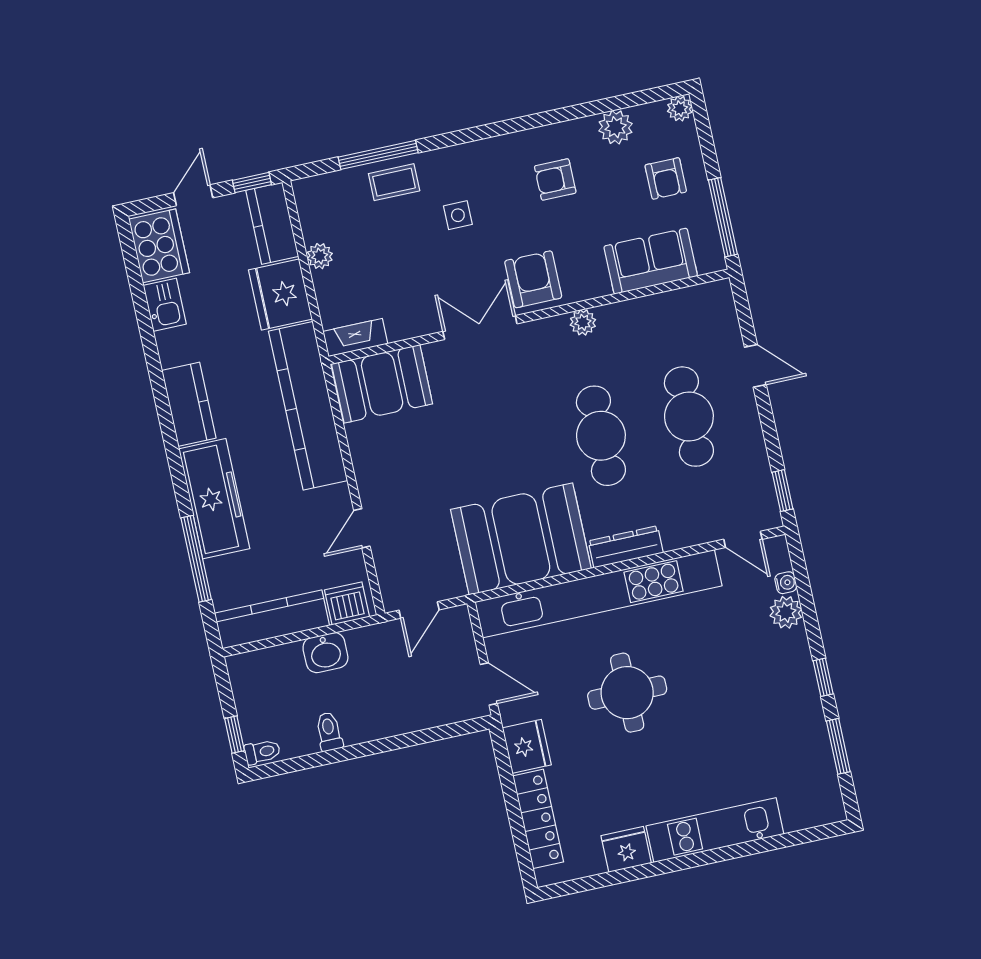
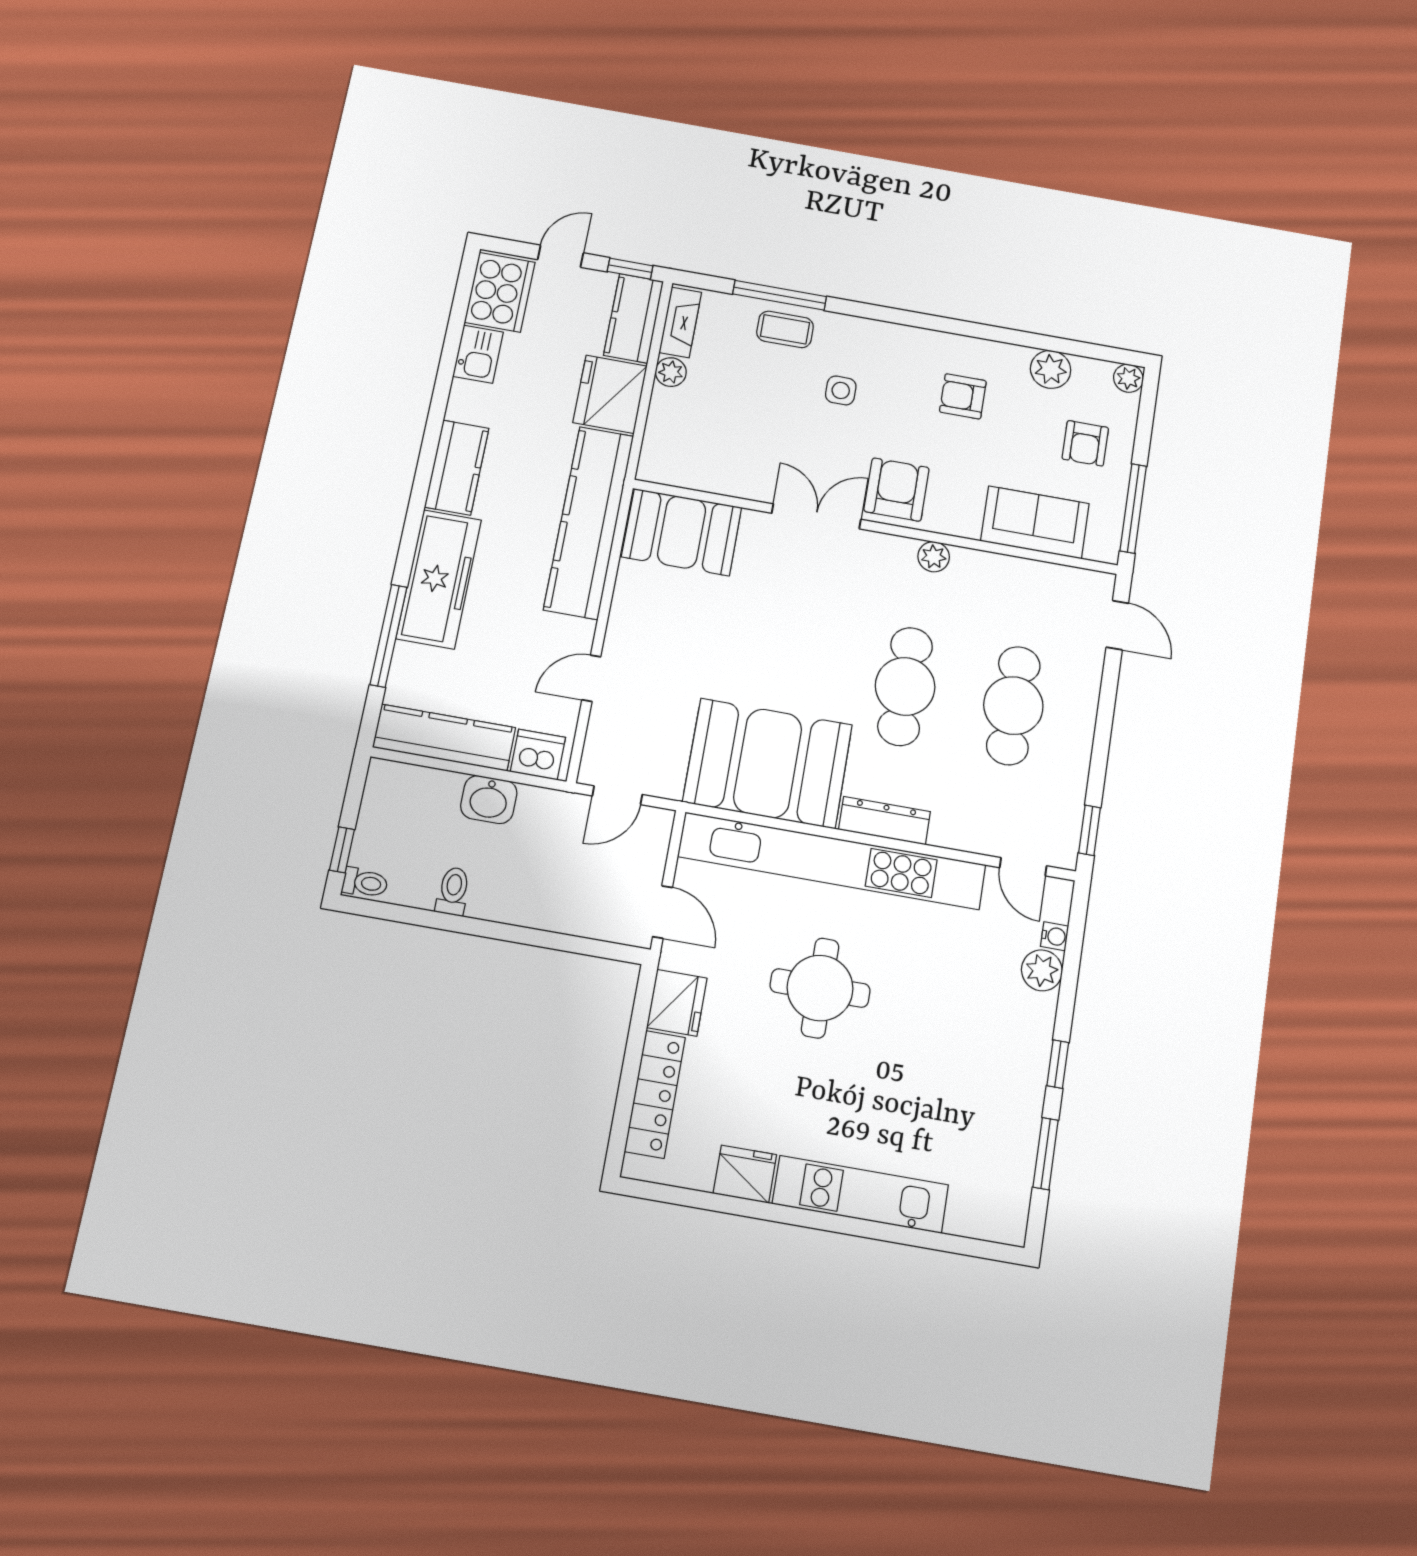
fireplace: (355, 338) -> (680, 322), moved, turned 90
door: (755, 366) -> (1117, 625), moved

